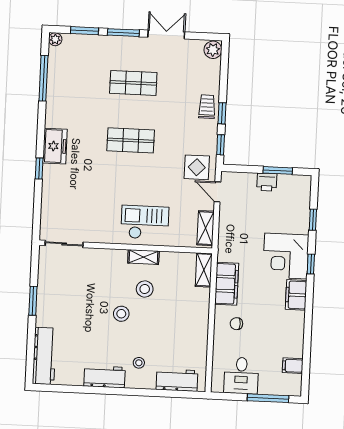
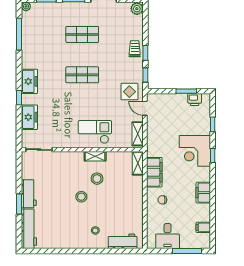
printer: (267, 182) -> (195, 100), moved
freezer: (53, 197) -> (29, 117), added
filing cabinet: (296, 295) -> (203, 193), moved
window: (33, 301) -> (19, 204), moved
workbench: (104, 377) -> (29, 194), moved, turned 90

